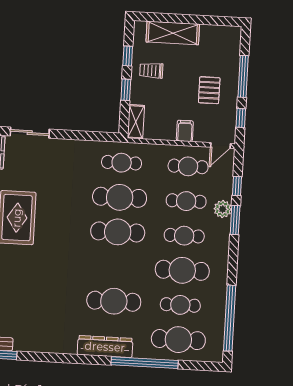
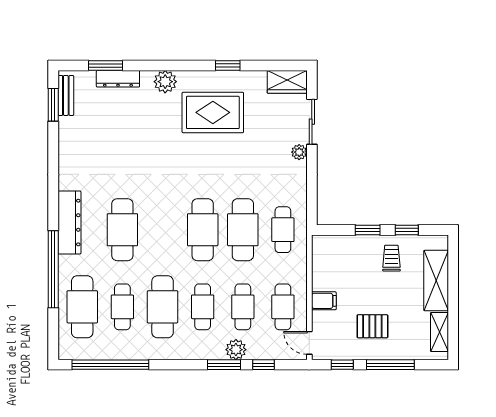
shelving: (136, 122) -> (439, 332), moved, turned 90
plant: (55, 145) -> (299, 152), added

